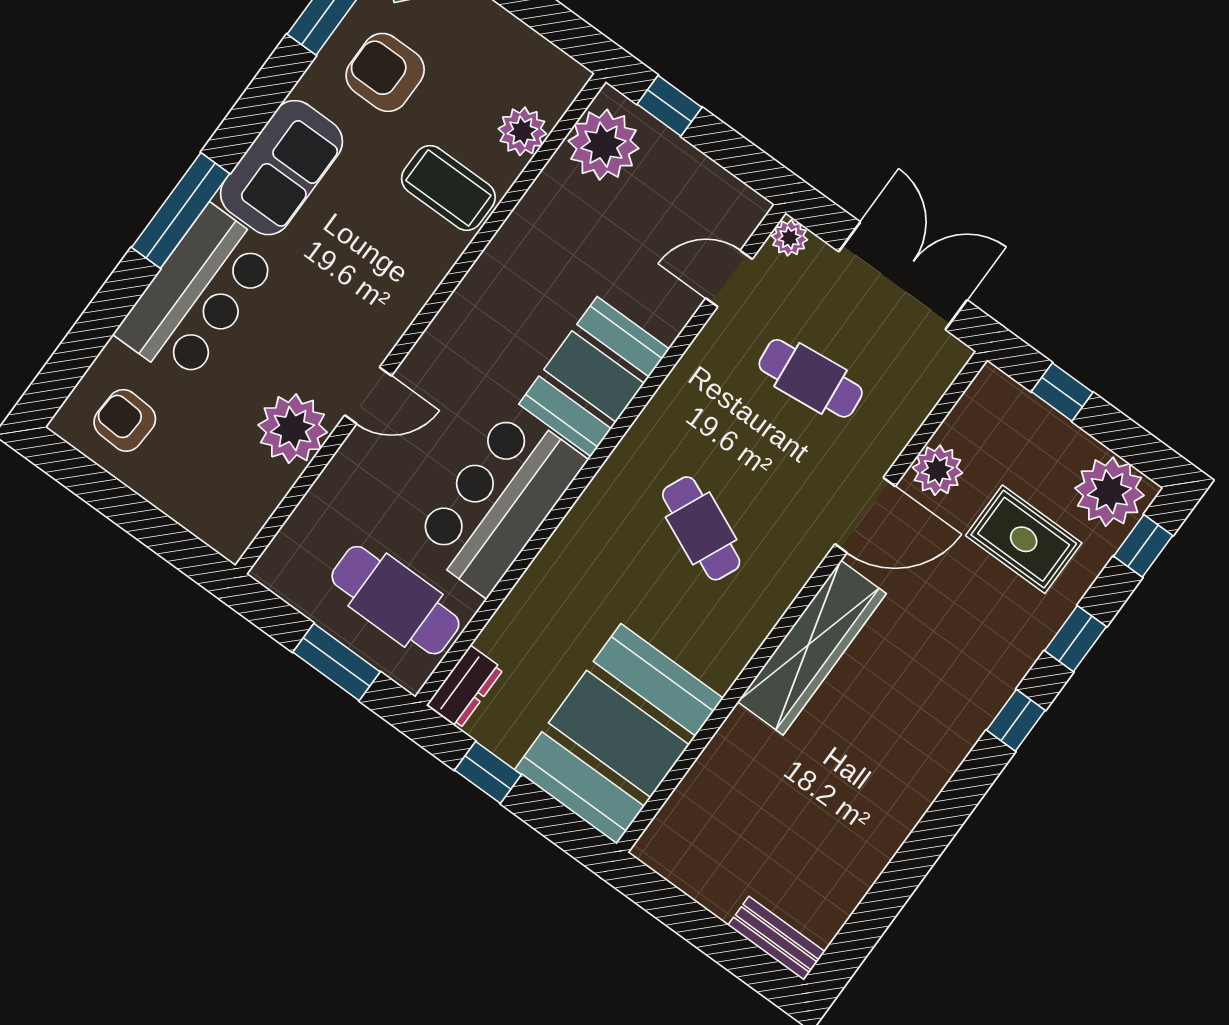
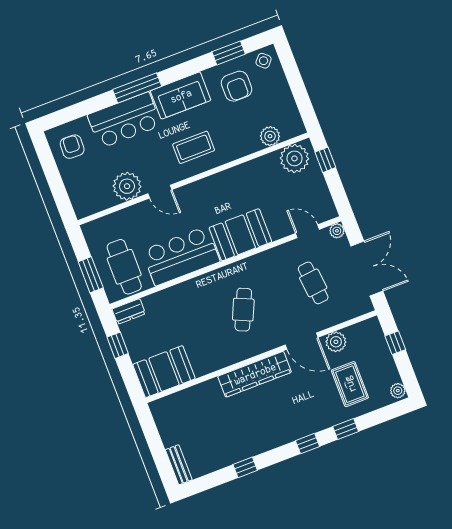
armchair: (385, 72) -> (237, 86), turned 180
coffee table: (448, 188) -> (194, 147), moved, turned 90
plant: (1109, 492) -> (398, 391), width x0.53, depth x0.53
window: (1143, 546) -> (245, 467), moved
booth: (619, 734) -> (164, 372), width x0.73, depth x0.70

